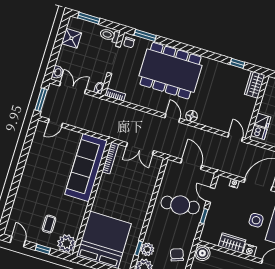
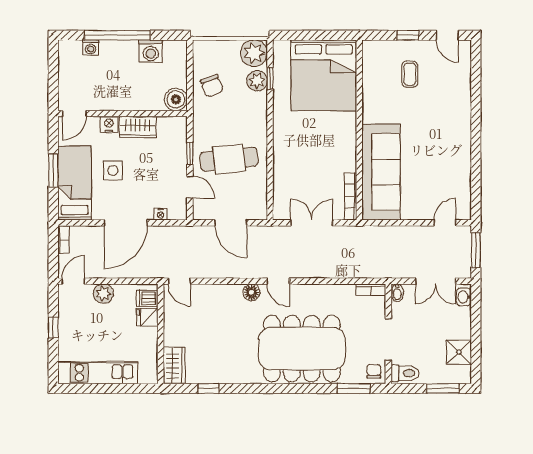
plant: (67, 244) -> (376, 54), removed

